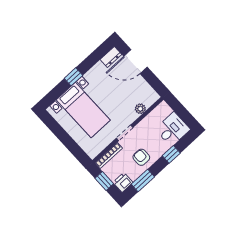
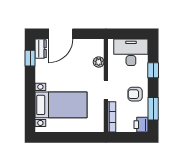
window: (73, 77) -> (30, 58), moved
desk: (173, 129) -> (131, 52), width x1.37
window: (104, 181) -> (127, 137), removed

